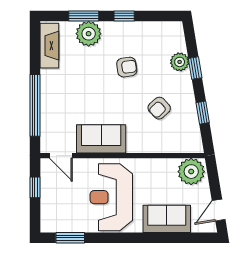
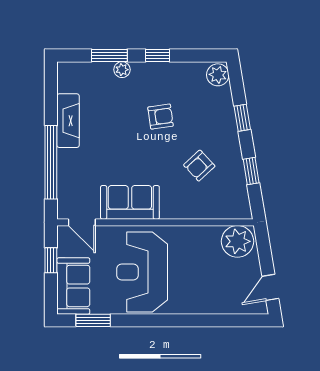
plant: (89, 34) -> (122, 70), width x0.53, depth x0.53
fireplace: (49, 46) -> (68, 121), moved
plant: (180, 62) -> (218, 75), moved
sofa: (167, 219) -> (73, 286), moved, turned 90

